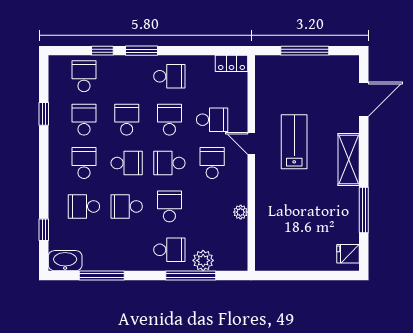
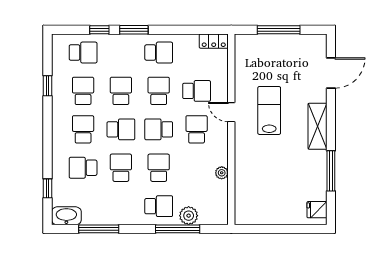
school desk: (84, 76) -> (83, 53), turned 90
school desk: (127, 206) -> (121, 168), turned 90

